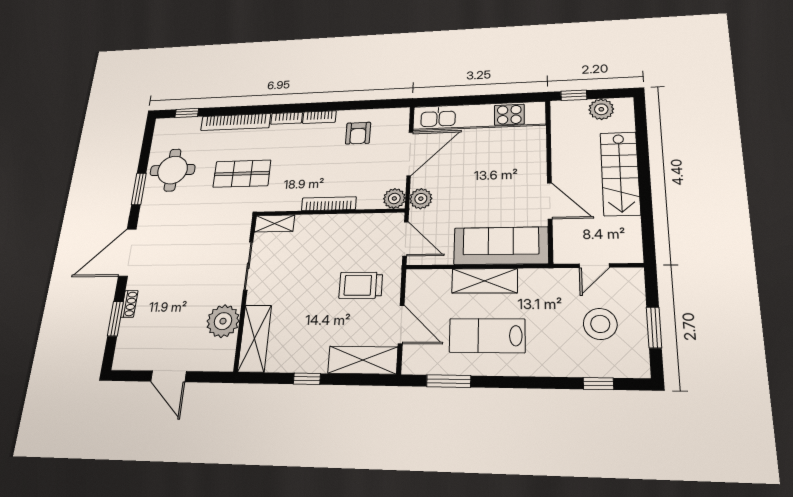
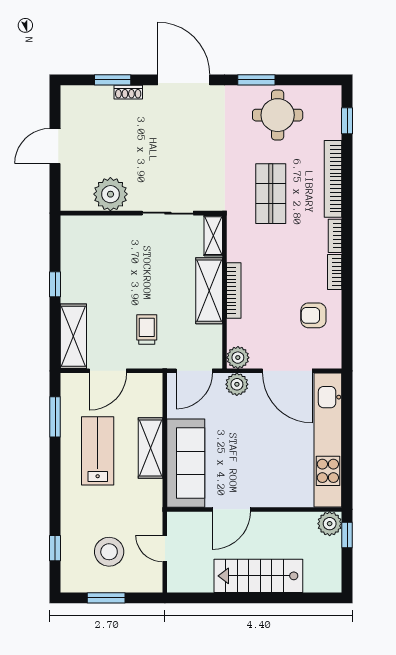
plant: (601, 109) -> (330, 524), moved
trolley: (361, 285) -> (147, 329), width x0.73, depth x0.72
shelving: (255, 338) -> (209, 291), moved, turned 90

